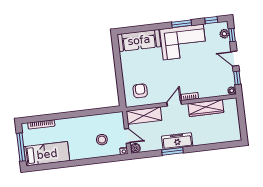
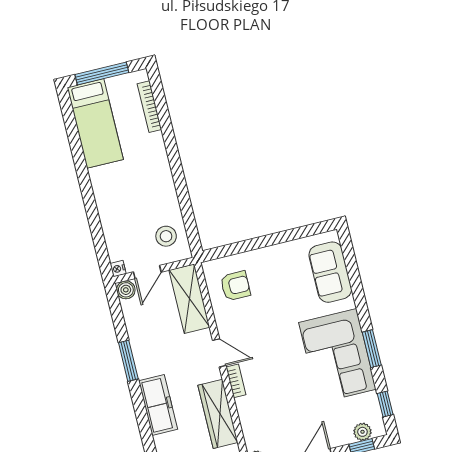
sofa: (139, 40) -> (330, 272), width x0.73
stool: (102, 140) -> (166, 236), moved
freezer: (177, 141) -> (158, 405), moved

